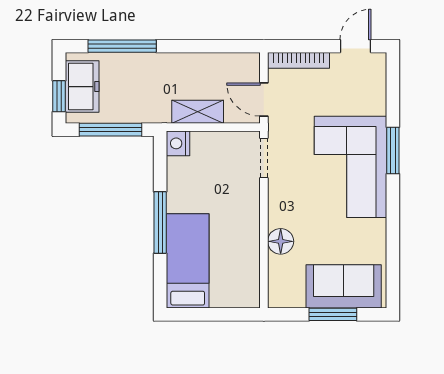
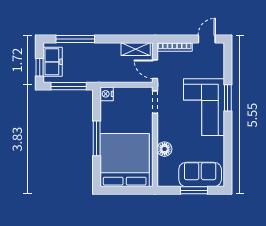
shelving: (198, 112) -> (136, 49), moved
bed: (188, 261) -> (125, 160), width x2.04

